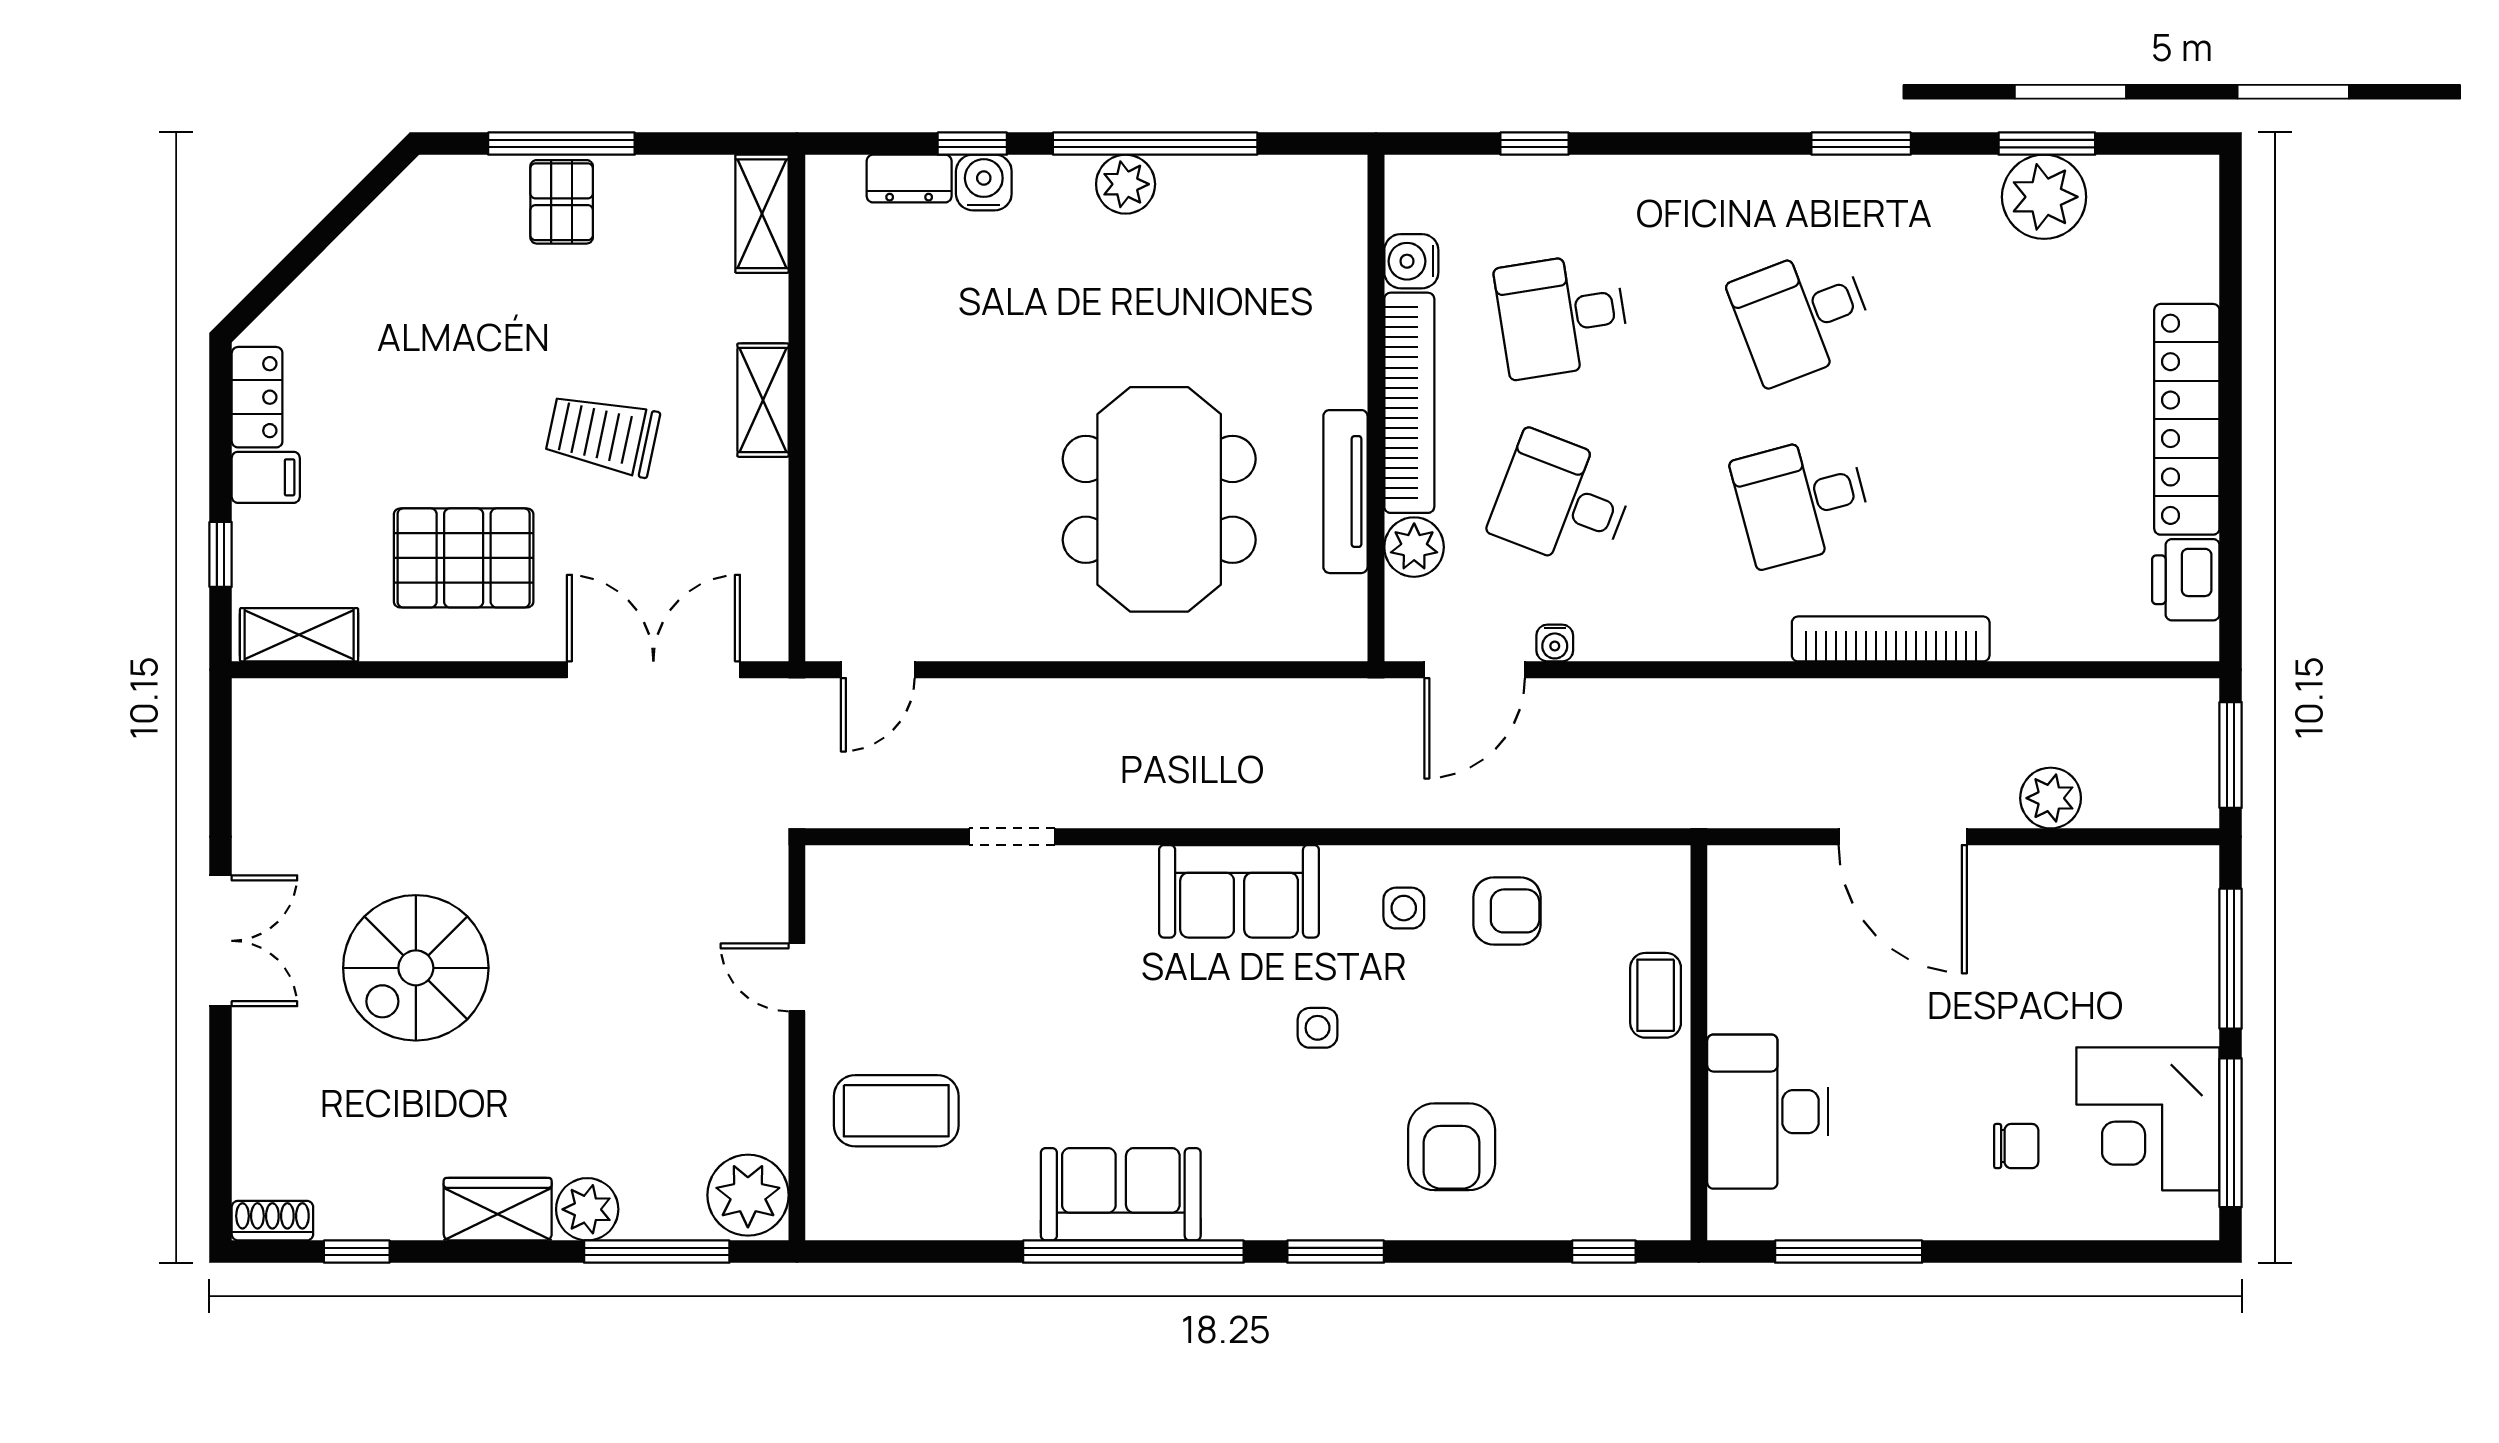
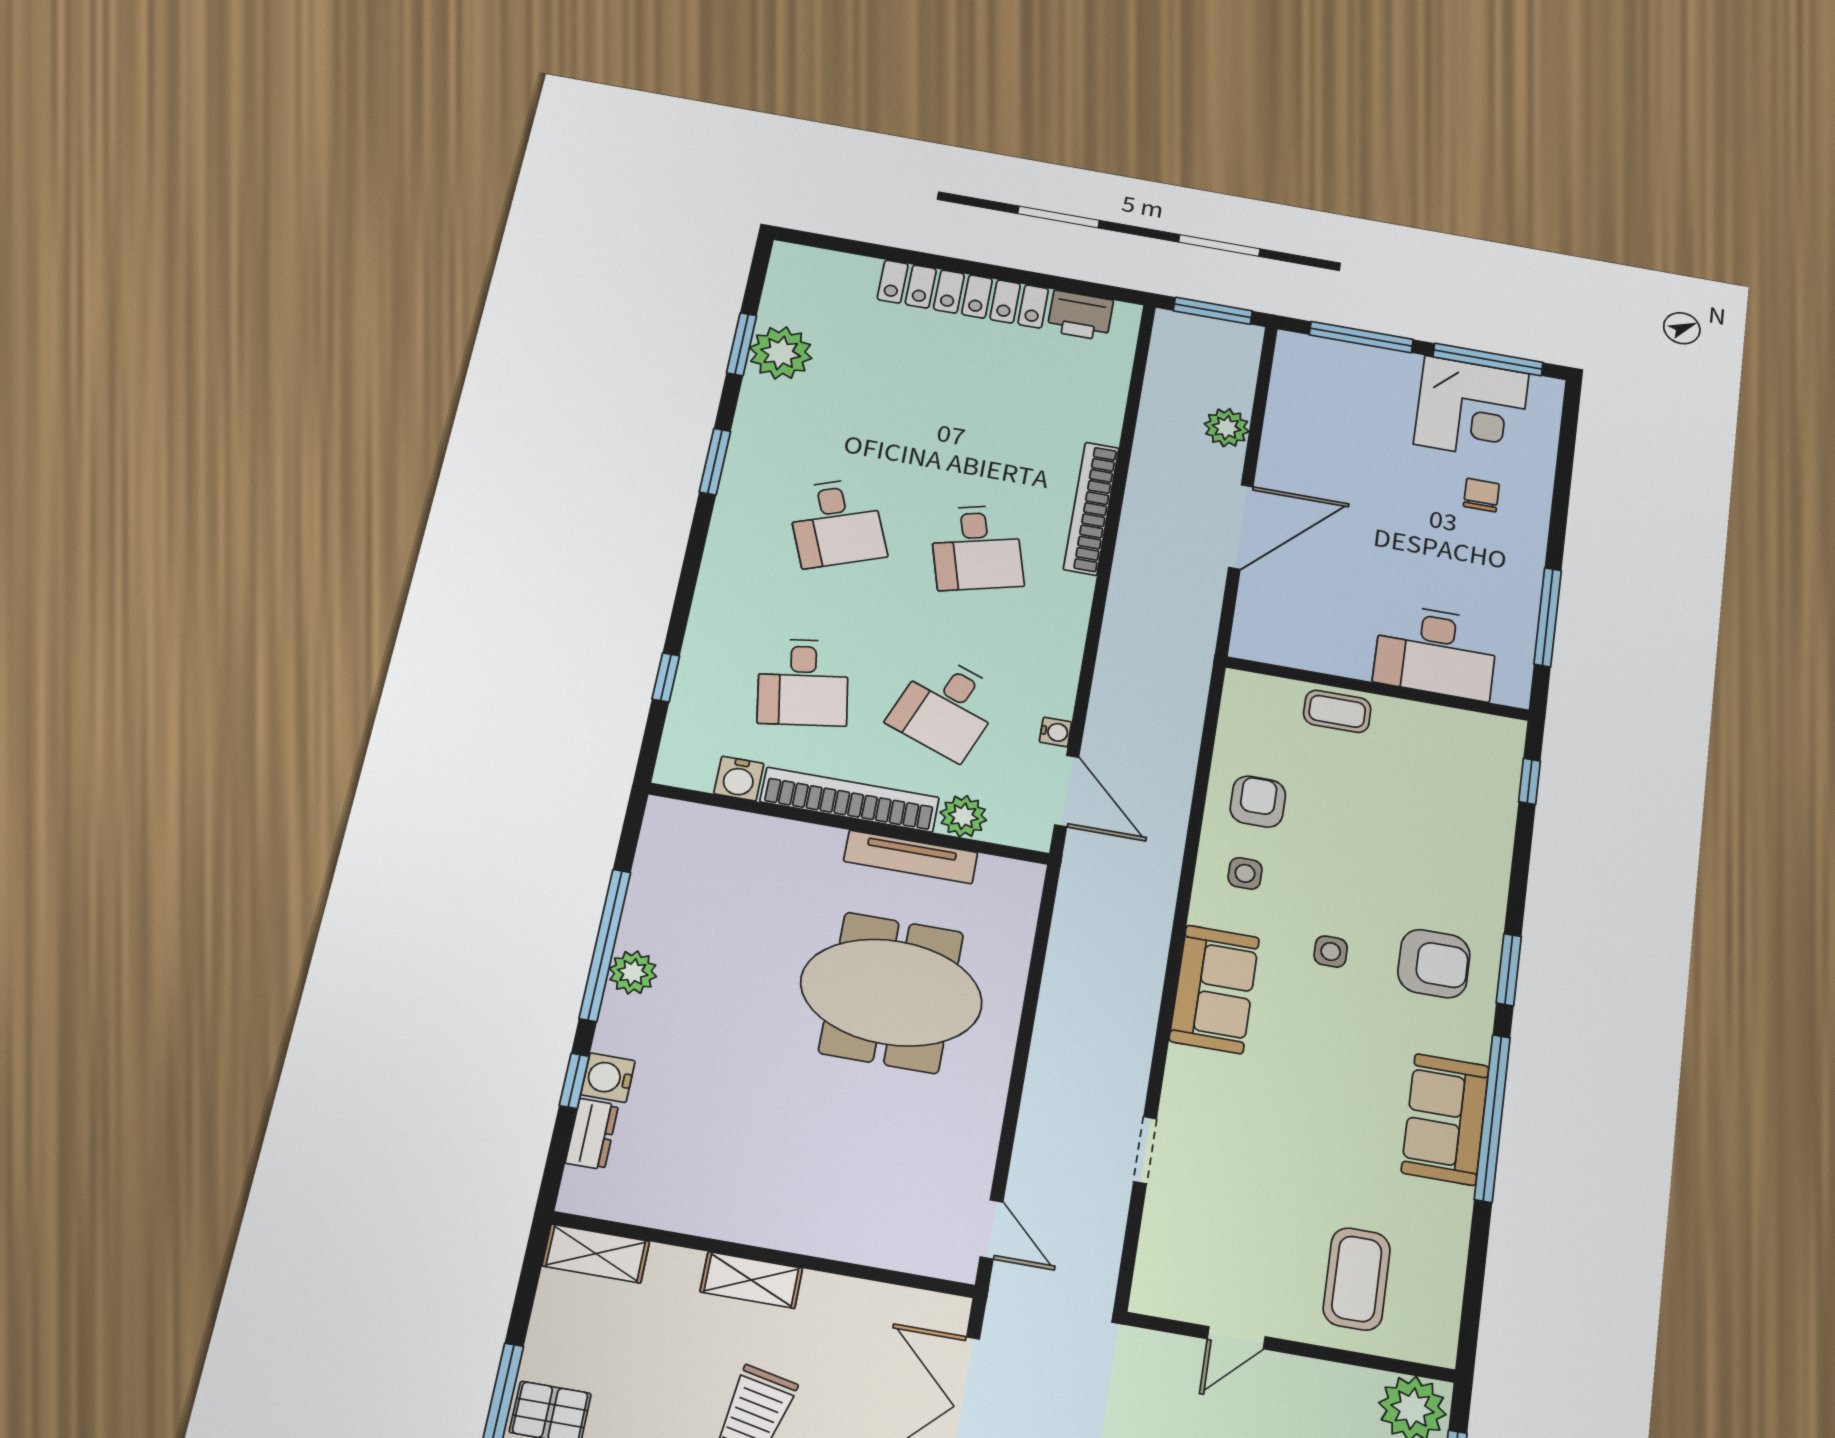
armchair: (1452, 1147) -> (1434, 964), moved

